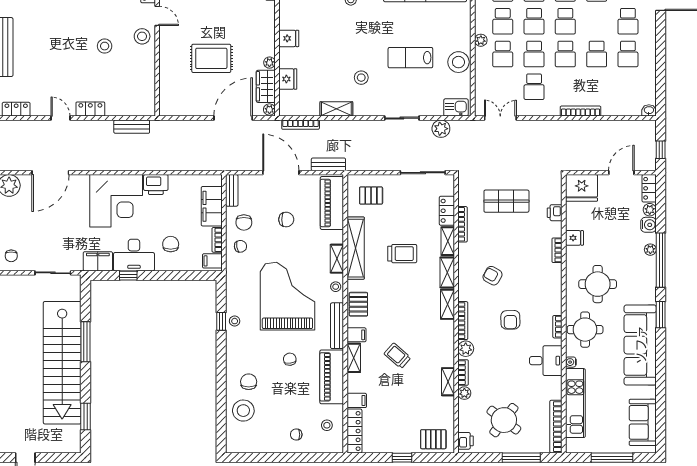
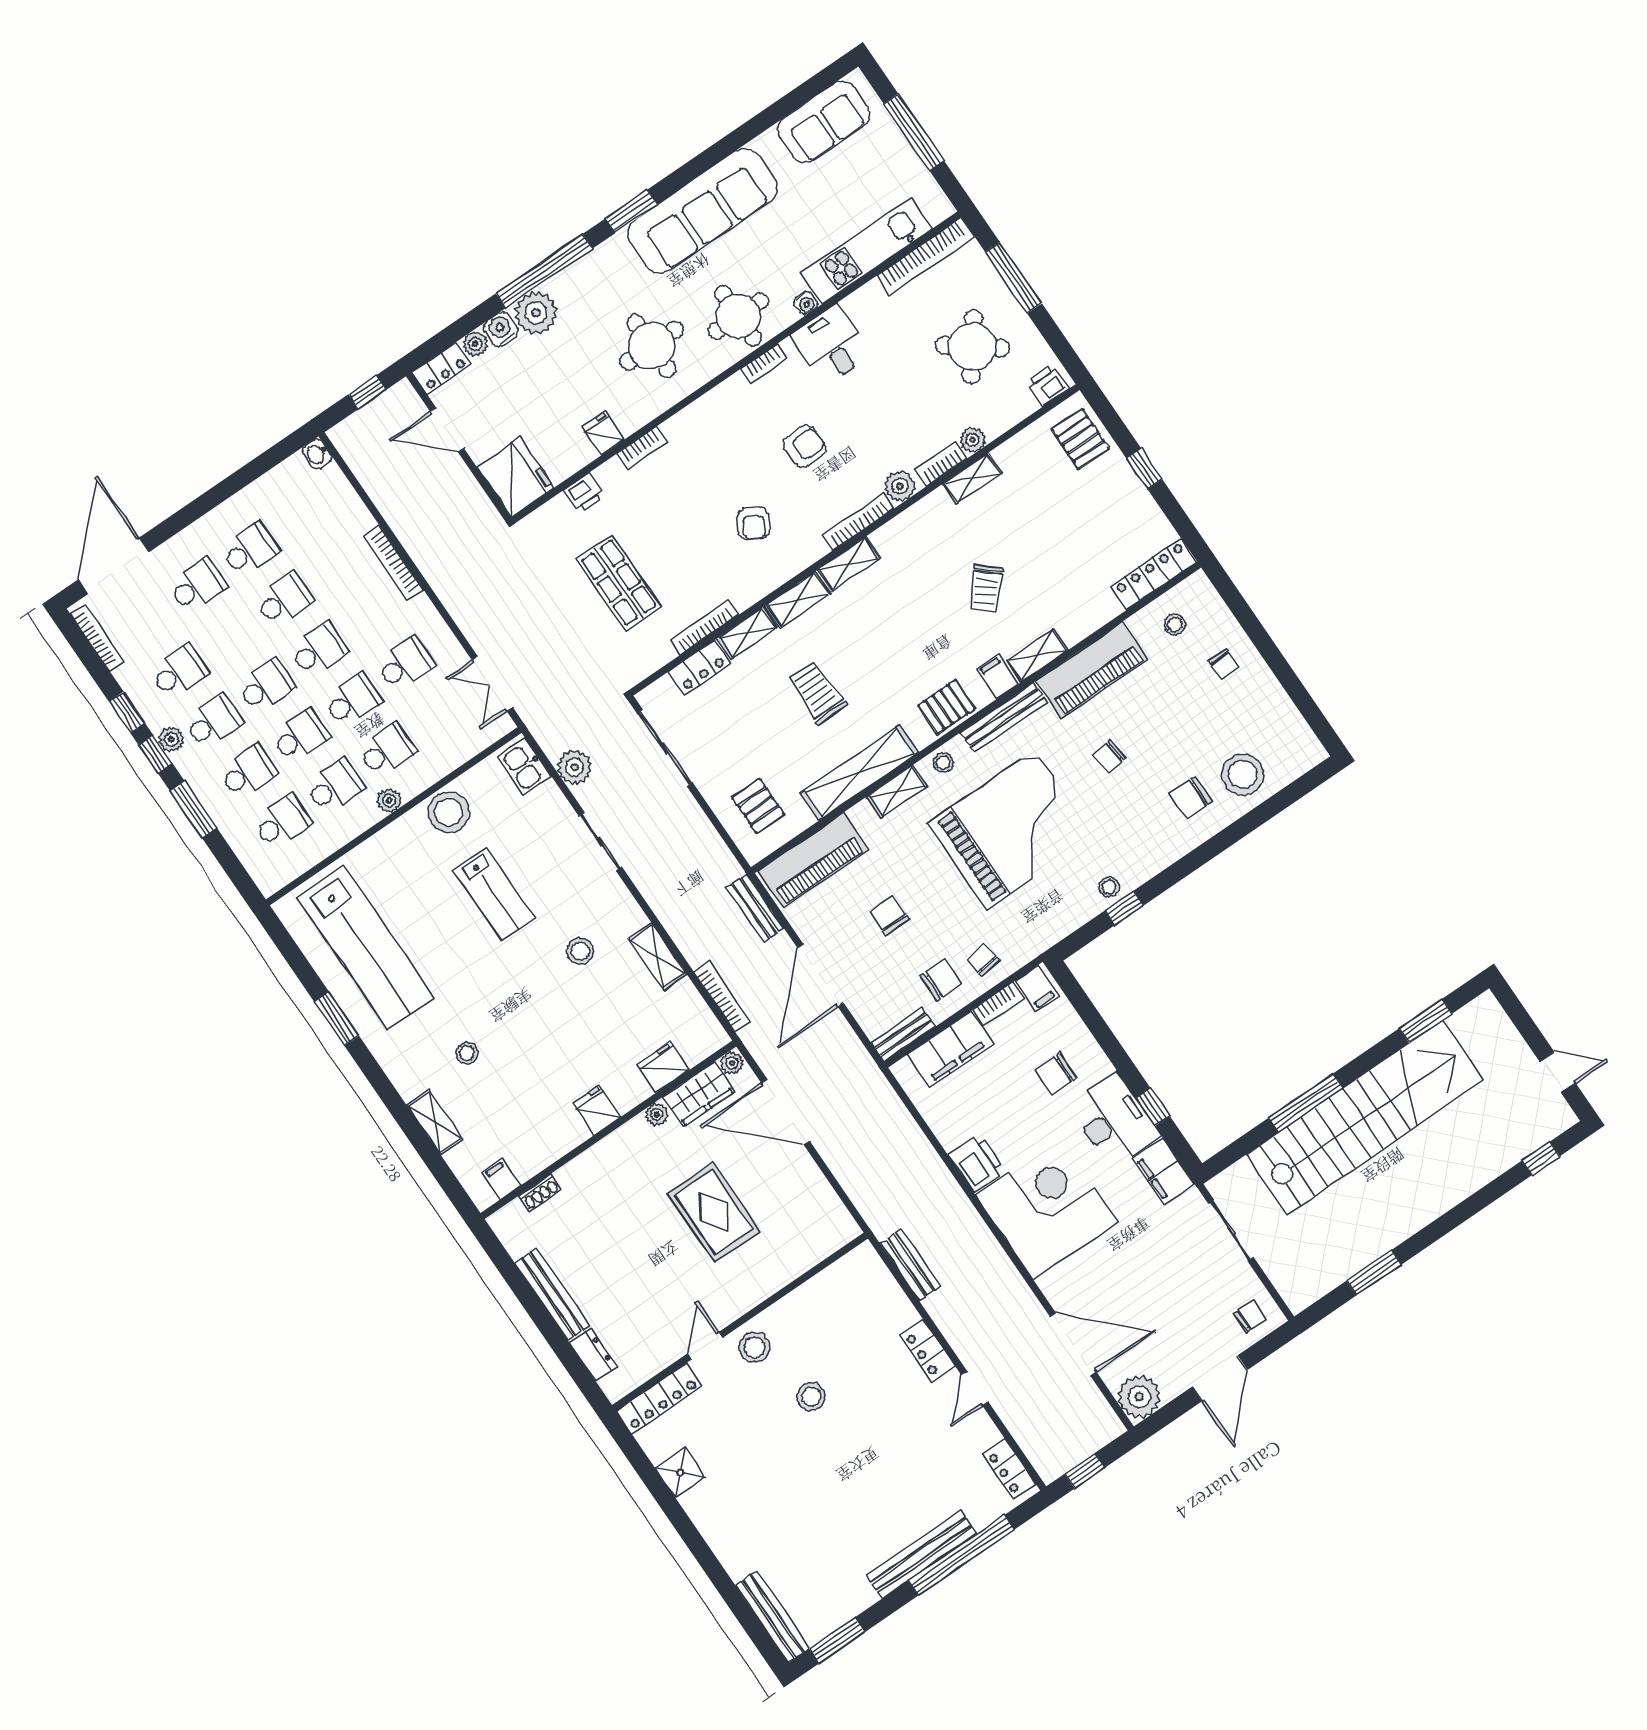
plant: (650, 250) -> (536, 313), width x1.87, depth x1.87
grand piano: (287, 296) -> (1011, 829), turned 180
filing cabinet: (357, 400) -> (1102, 604), removed

